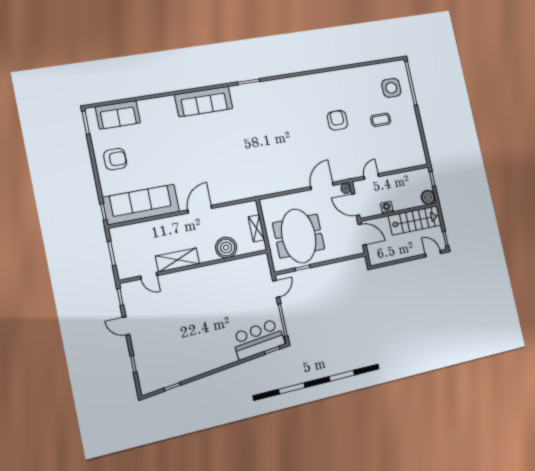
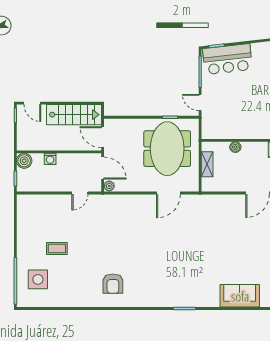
sofa: (204, 102) -> (240, 296), width x0.73
armchair: (337, 120) -> (113, 284), moved
door: (322, 186) -> (168, 193), moved
washing machine: (387, 208) -> (50, 159), moved
stairs: (415, 220) -> (74, 115), moved, turned 180
boiler: (226, 248) -> (235, 147), width x0.54, depth x0.54
door: (276, 289) -> (200, 103), hinge flipped

